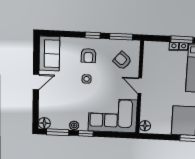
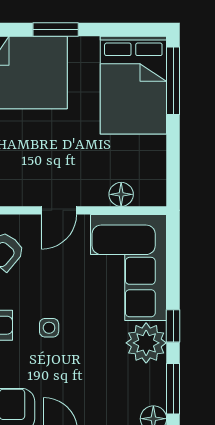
plant: (74, 125) -> (146, 343), width x1.87, depth x1.87
floor lamp: (145, 126) -> (121, 194), moved

